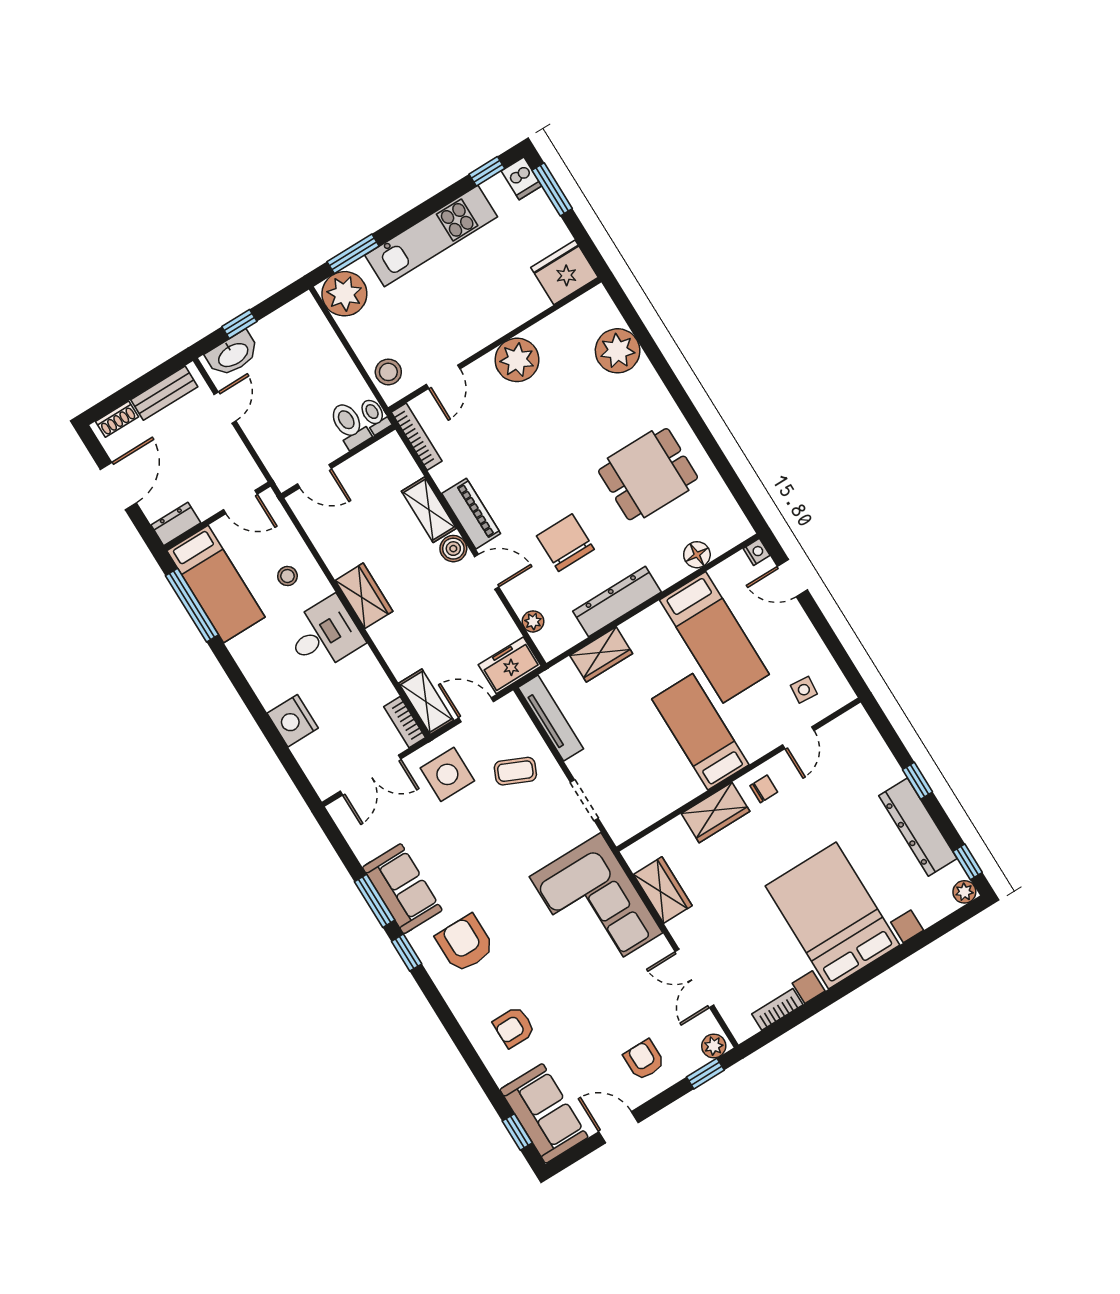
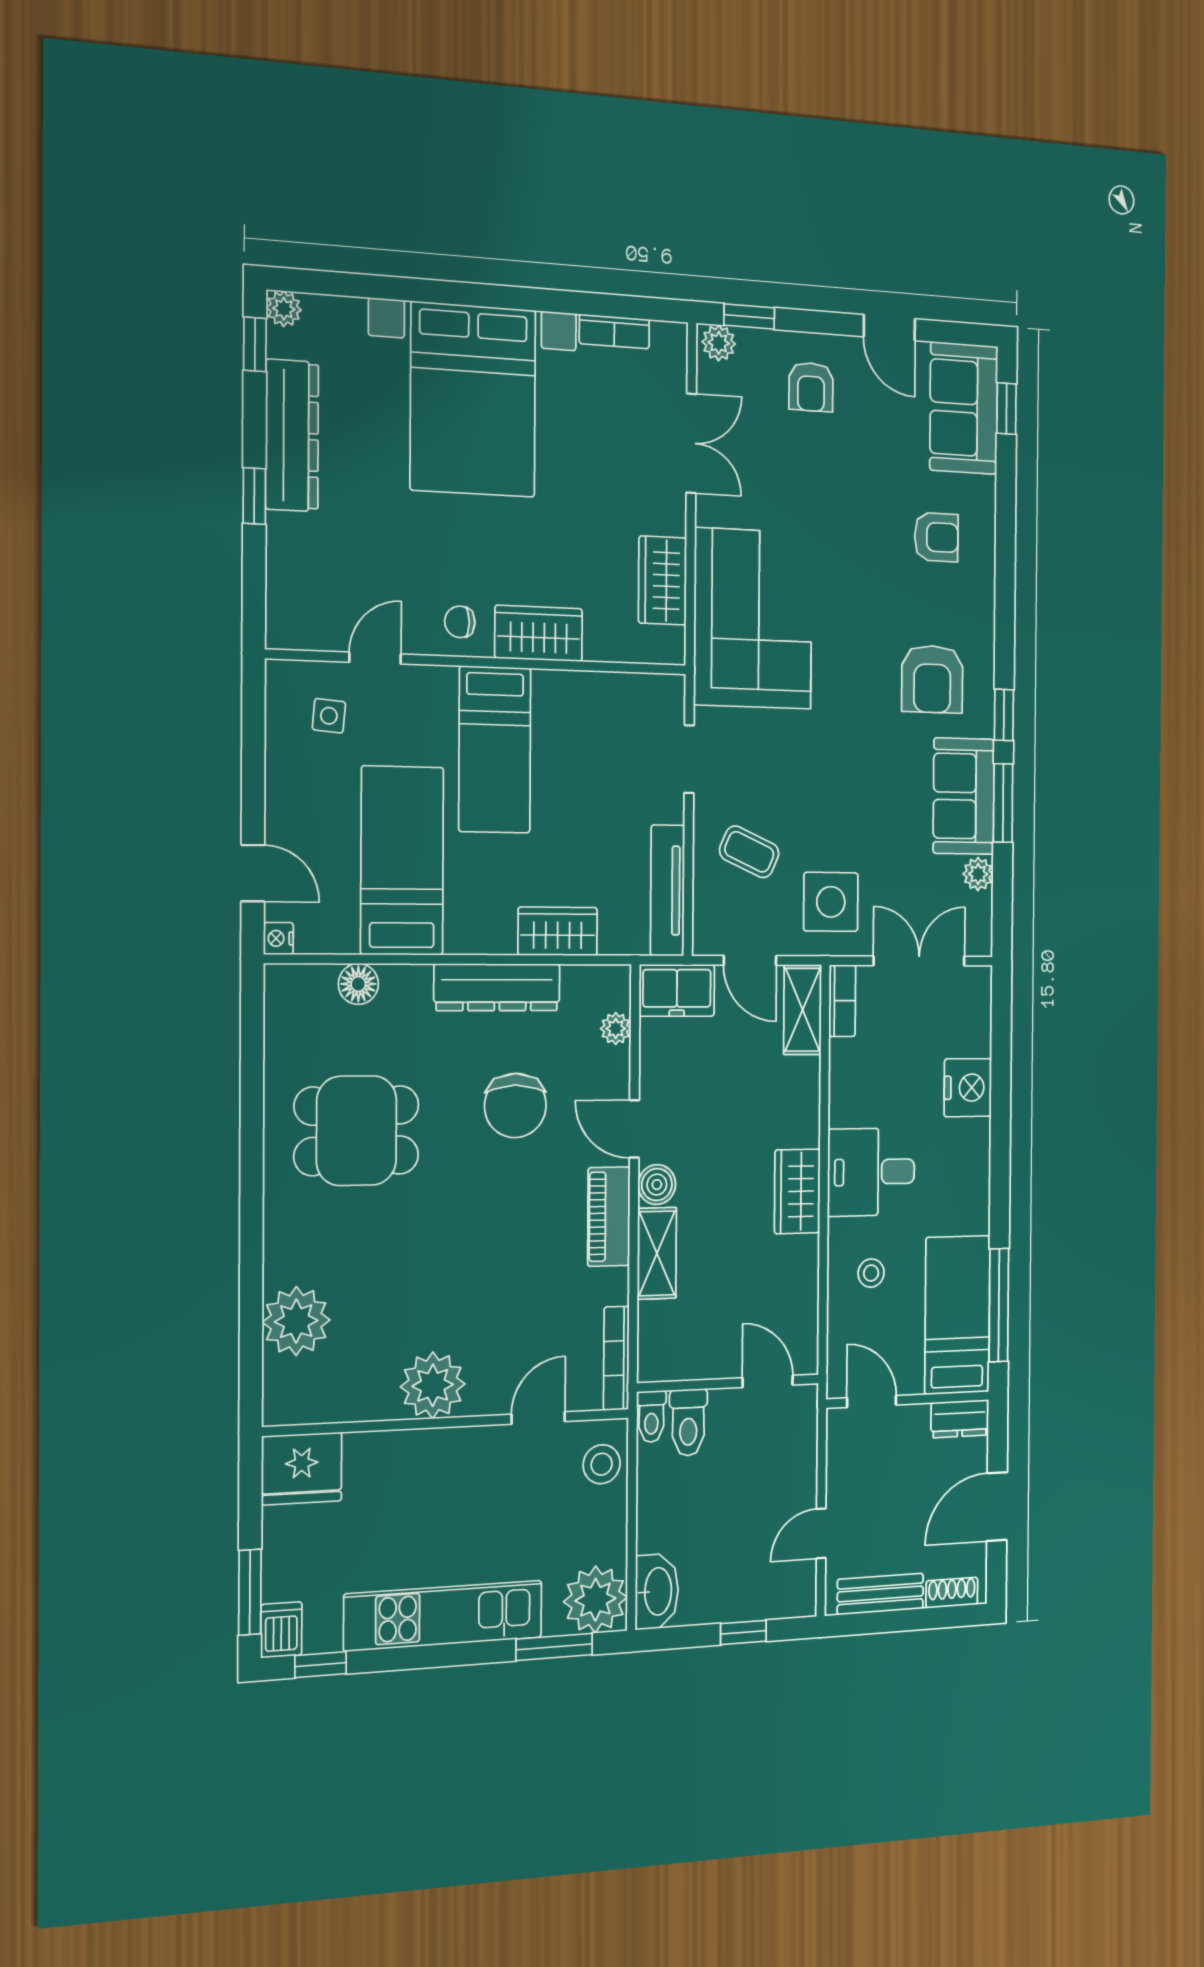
washbasin: (233, 354) -> (657, 1591), moved, turned 90
plant: (365, 849) -> (978, 874), added

